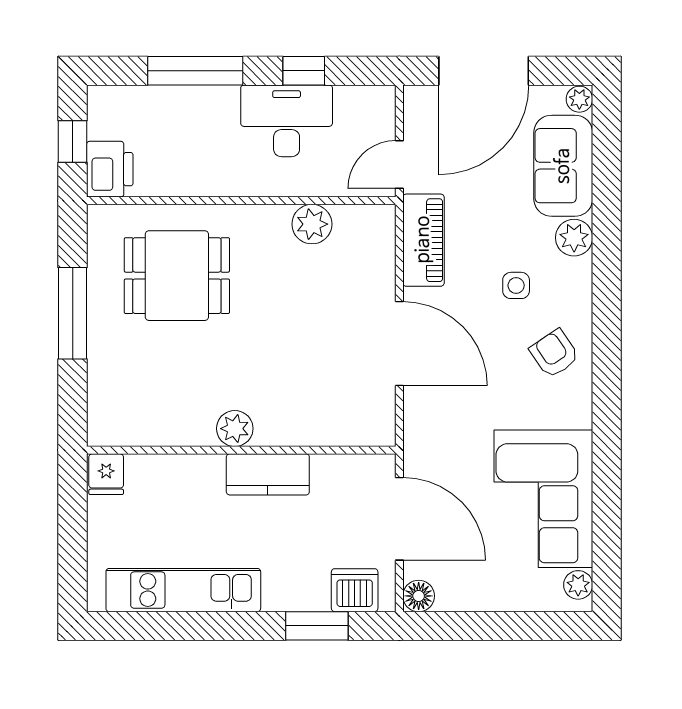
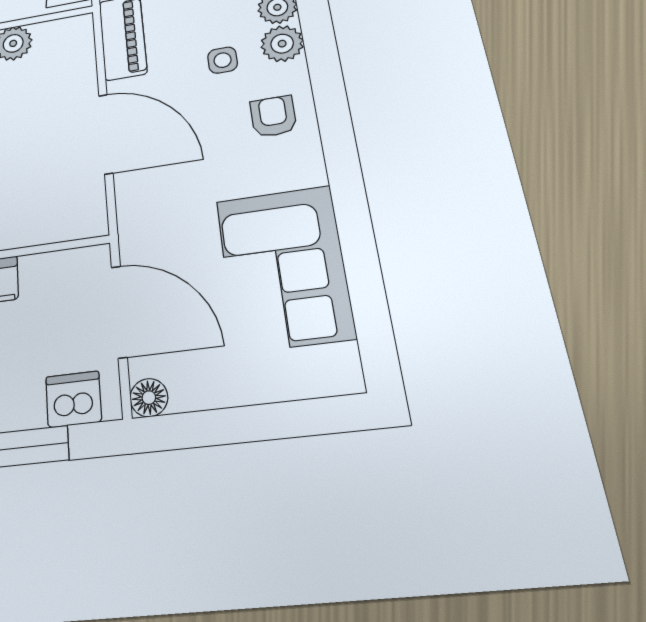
armchair: (554, 354) -> (273, 116), turned 34
plant: (578, 585) -> (282, 44), moved, width x1.38, depth x1.38

